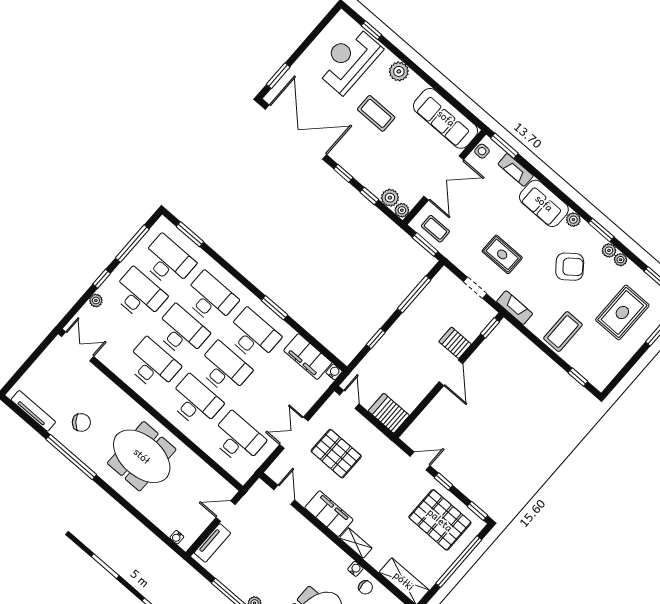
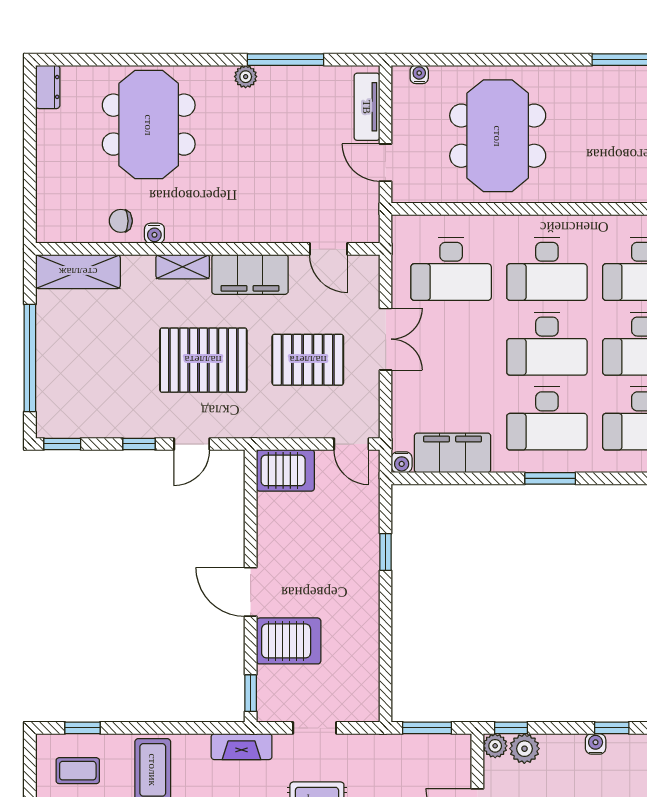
water cooler: (357, 172) -> (596, 744), added
window: (369, 196) -> (511, 728), moved
coffee table: (435, 229) -> (78, 771), moved
window: (414, 294) -> (386, 652), removed
server rack: (455, 343) -> (289, 641), width x1.36, depth x1.44
meeting table: (142, 456) -> (498, 136), moved, turned 90
door: (226, 511) -> (386, 163), swing flipped
pallet: (440, 520) -> (203, 360), moved

